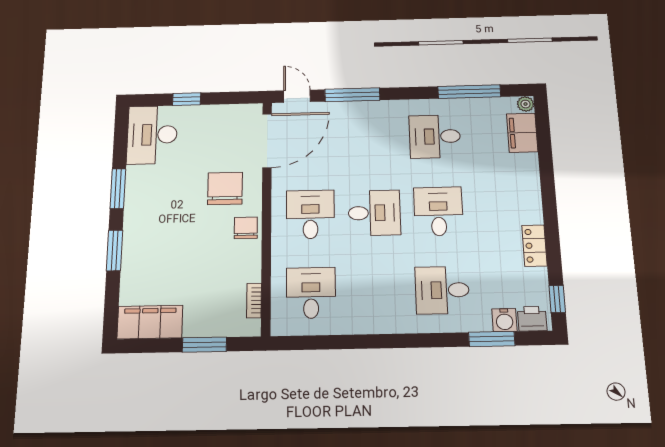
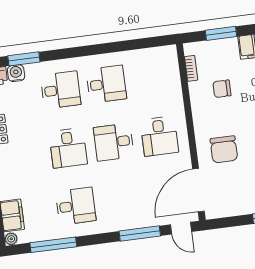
chair: (246, 228) -> (222, 89), moved, turned 90
desk: (311, 293) -> (106, 84), moved, turned -90

